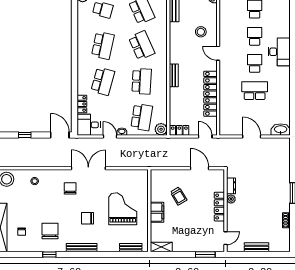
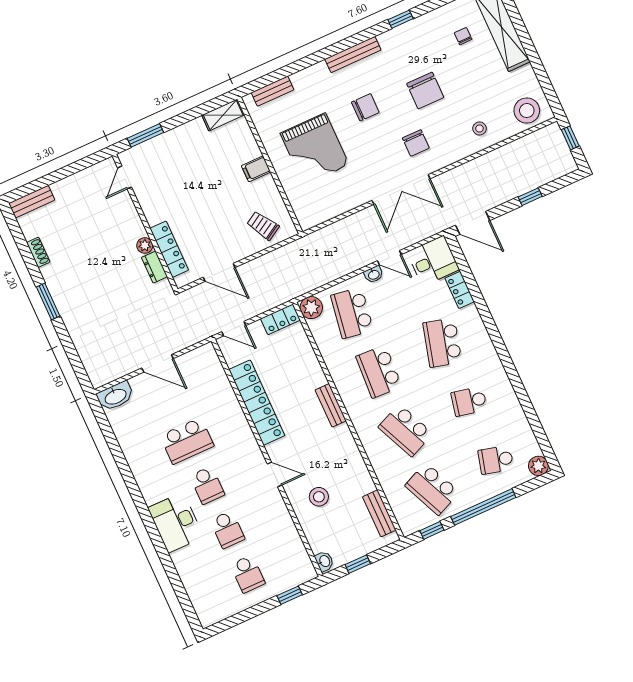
school desk: (103, 45) -> (469, 401), width x0.54
trolley: (179, 196) -> (263, 226), moved
locker: (219, 207) -> (169, 249), moved
filing cabinet: (157, 212) -> (256, 169), width x0.50
chair: (50, 231) -> (425, 90), moved
bench: (256, 247) -> (32, 202), moved

